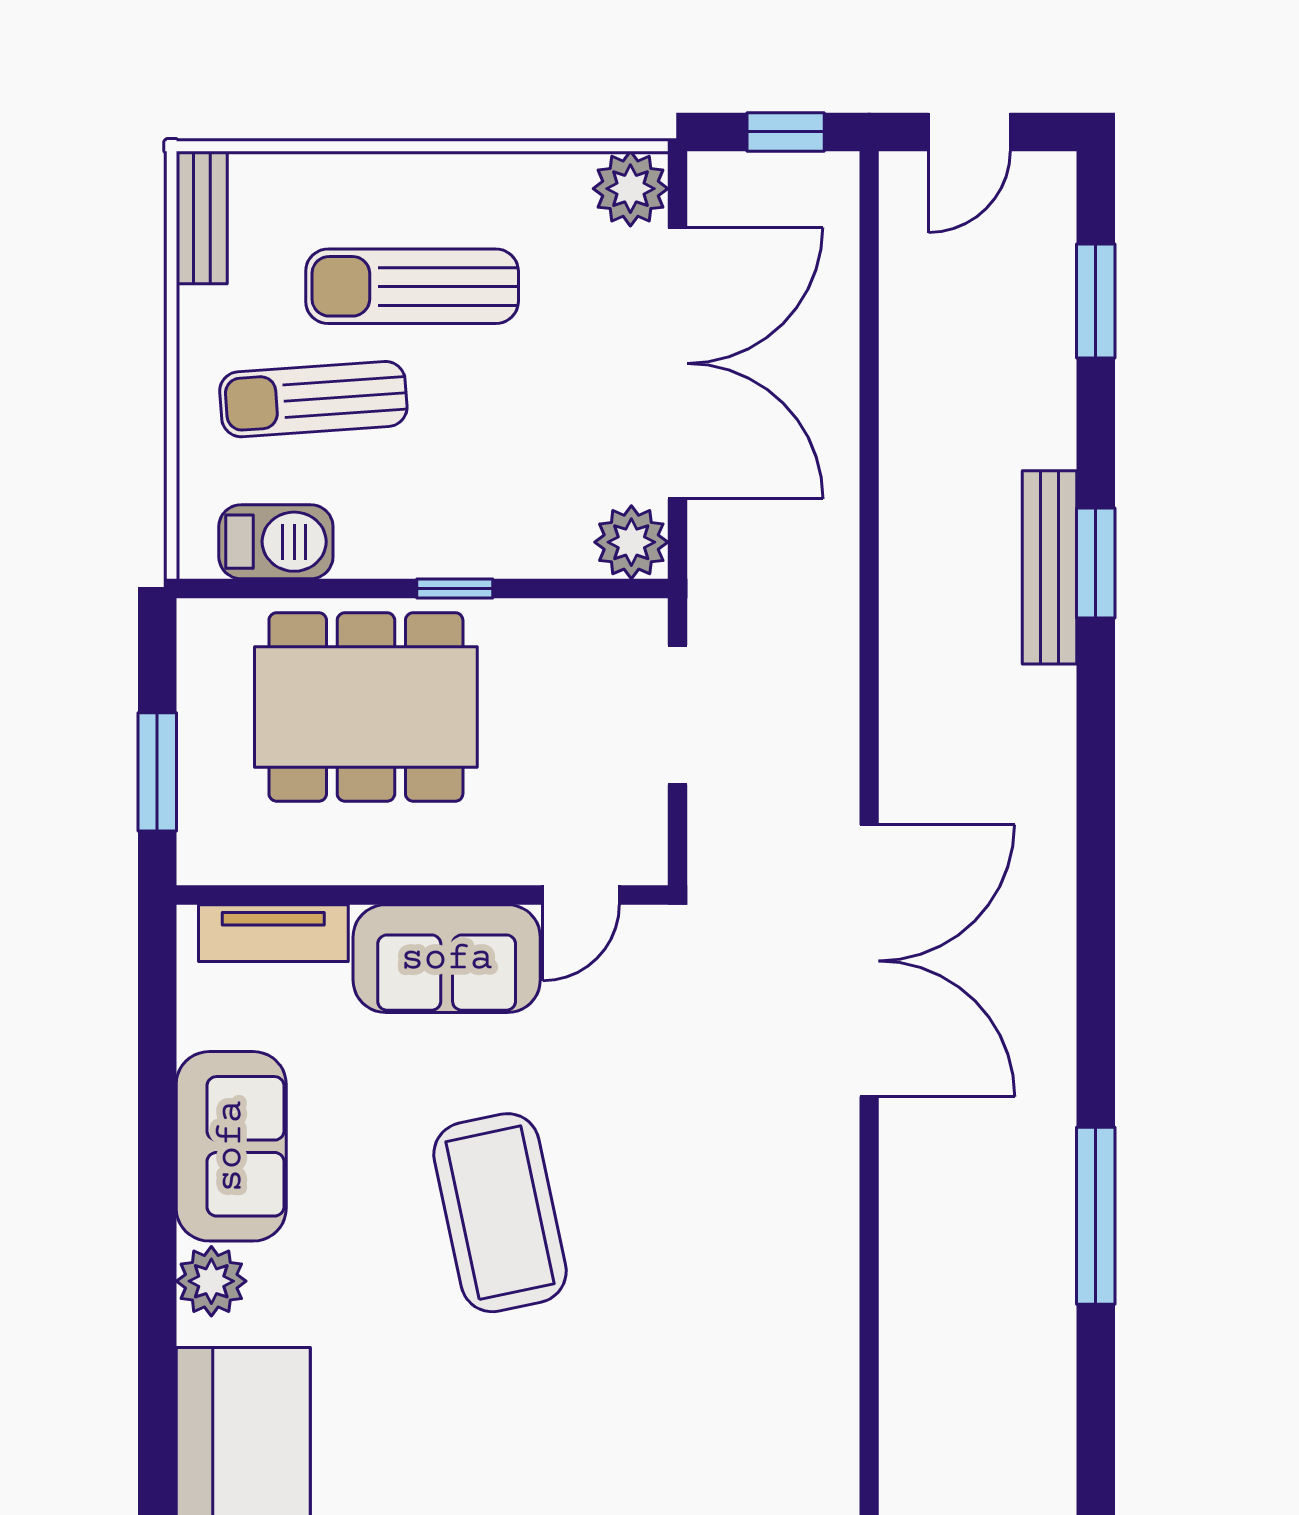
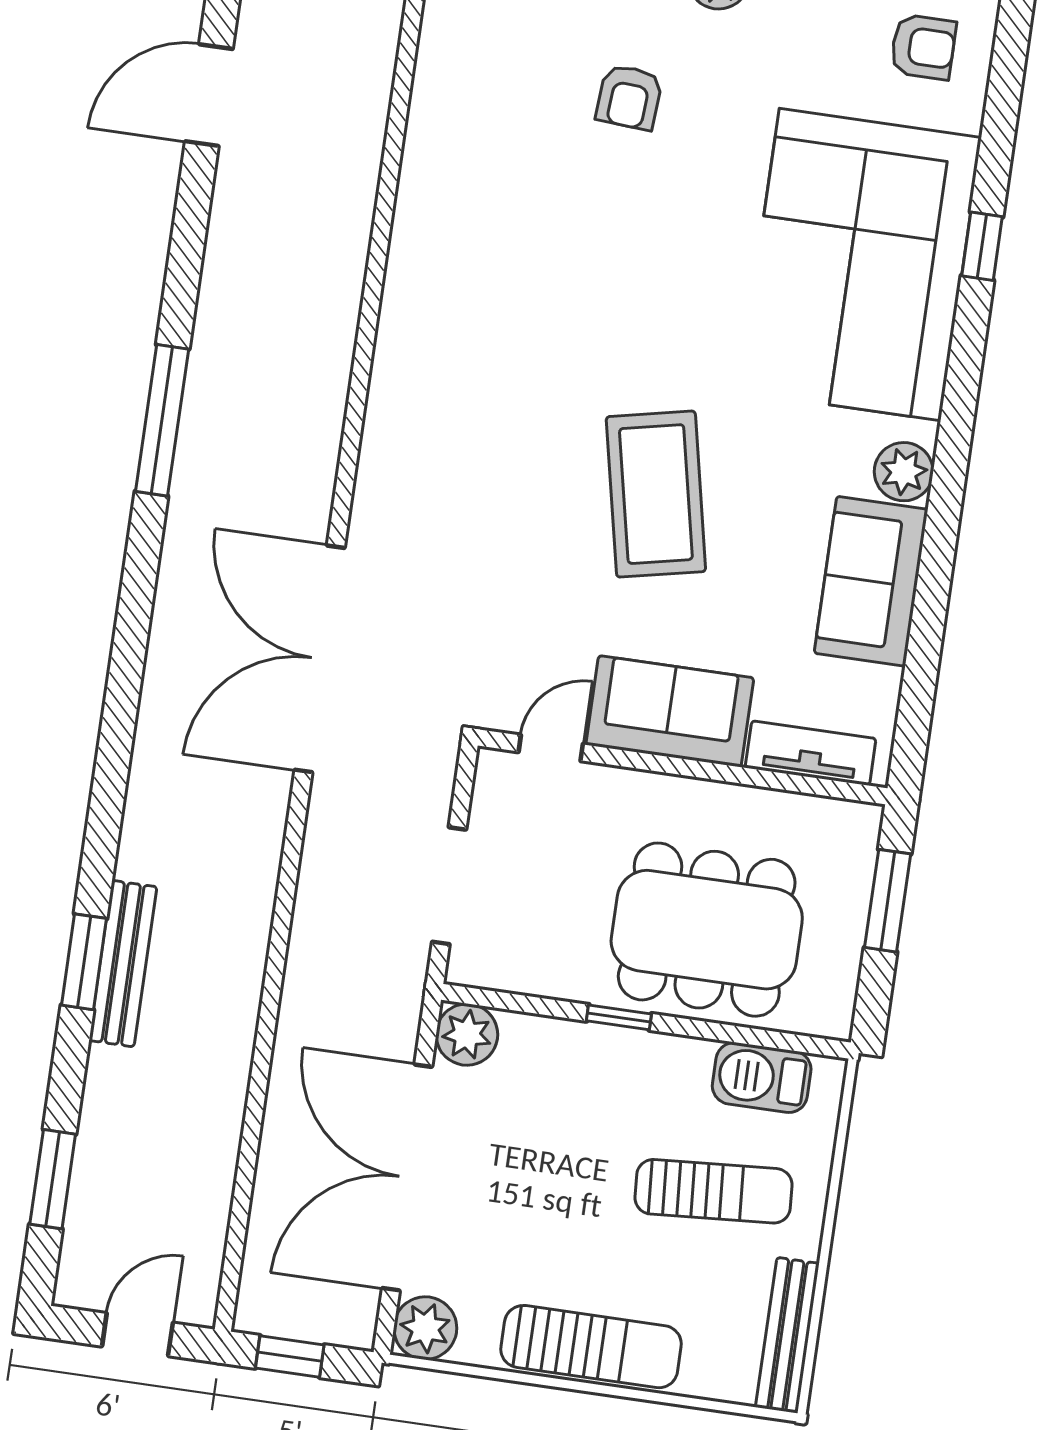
bench: (202, 217) -> (787, 1335), width x1.36
sun lounger: (412, 286) -> (591, 1347), moved

